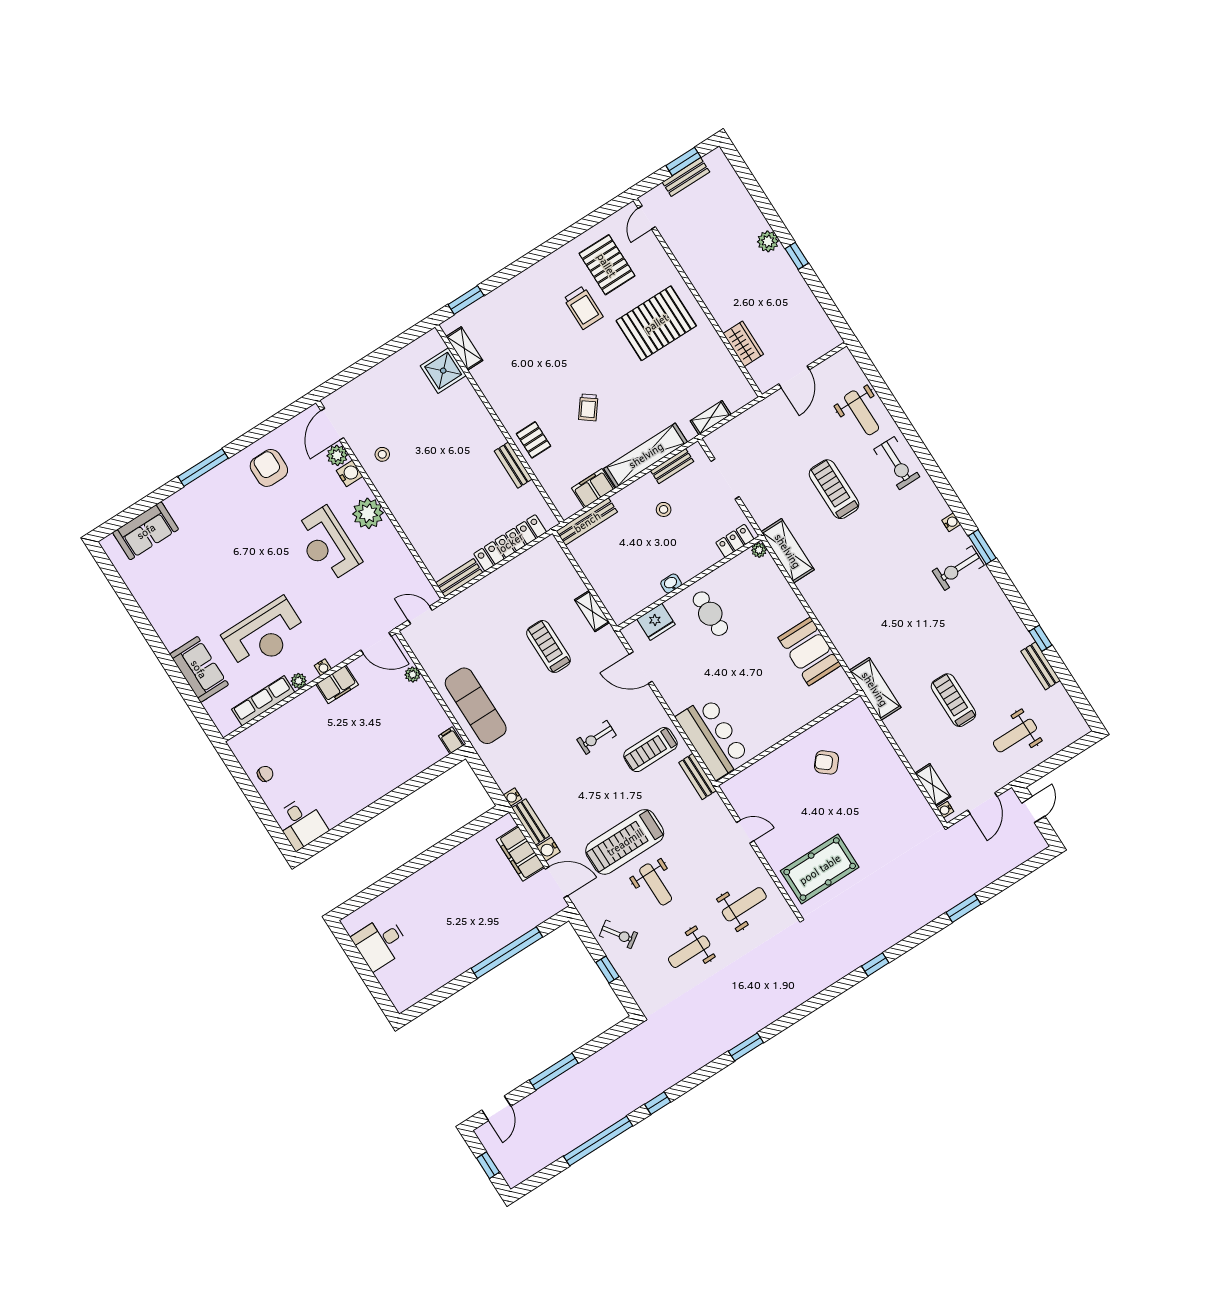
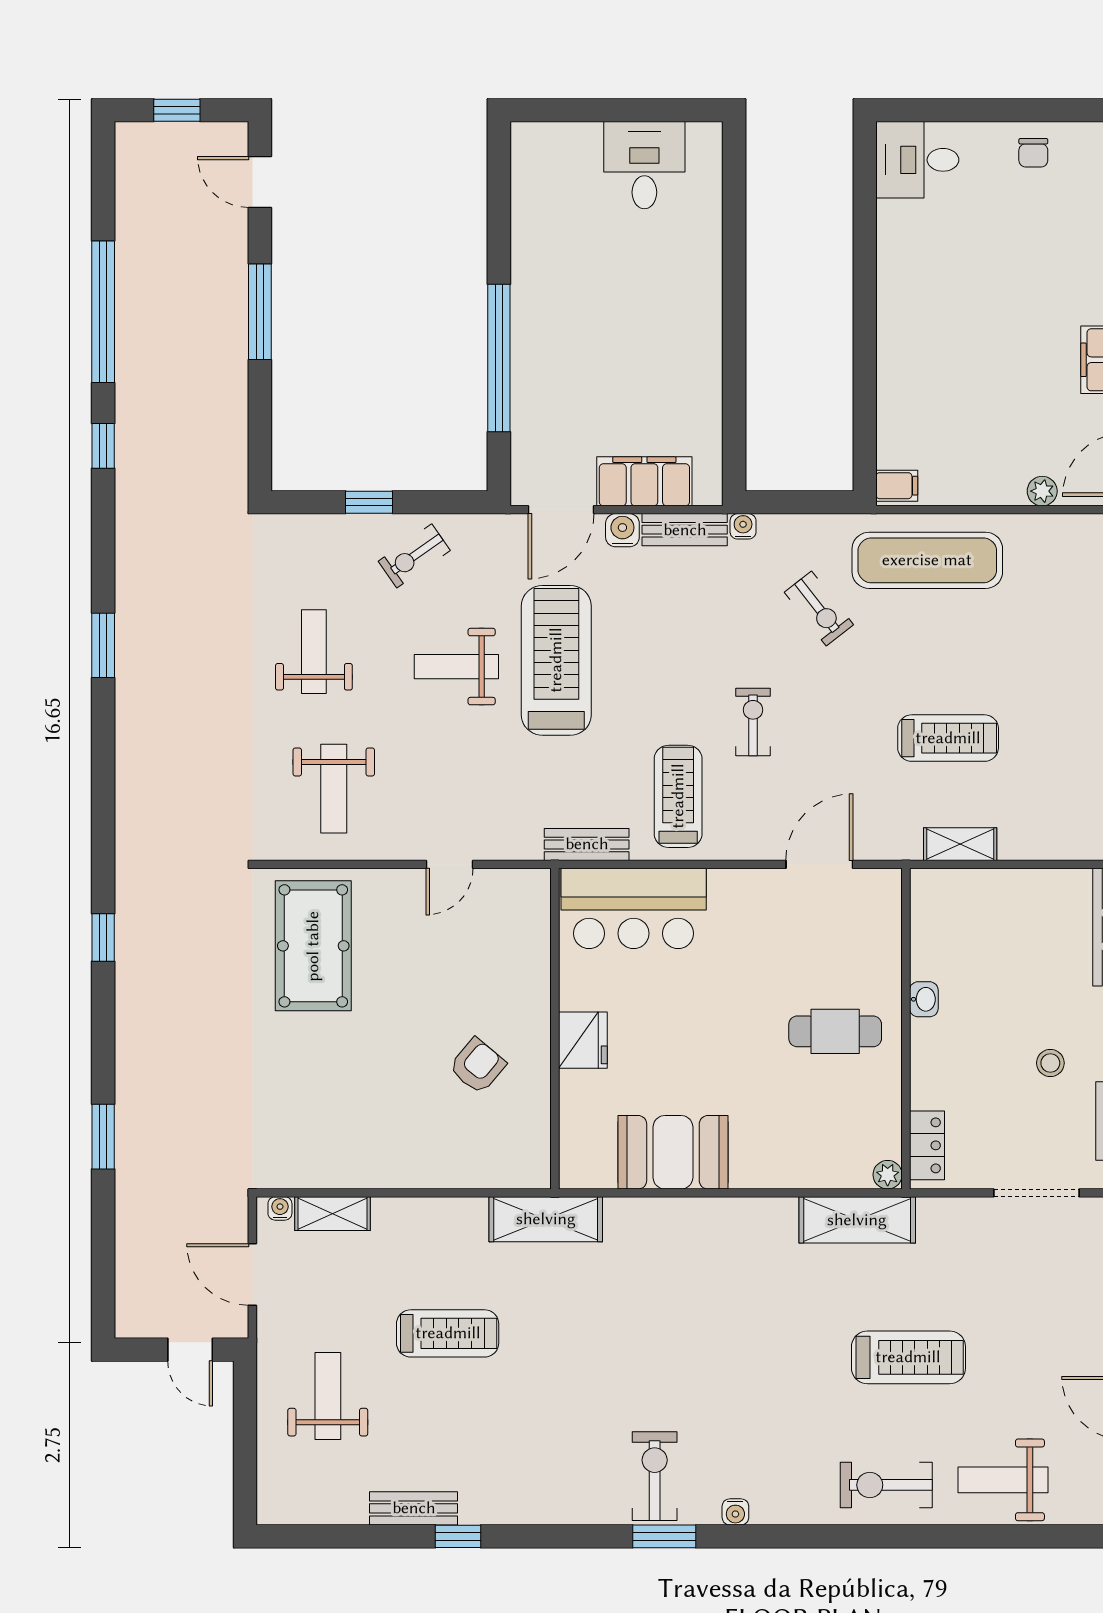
fridge: (656, 622) -> (583, 1040), moved, turned 180
exercise bike: (528, 740) -> (819, 608), added

